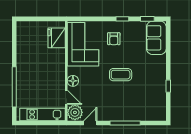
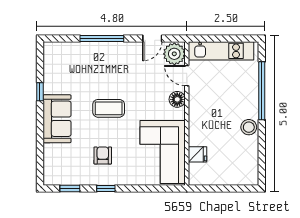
fridge: (57, 38) -> (197, 154), width x0.53, depth x0.75
sofa: (156, 38) -> (57, 119), moved
armchair: (114, 39) -> (103, 155), moved
stool: (23, 62) -> (249, 127), added

